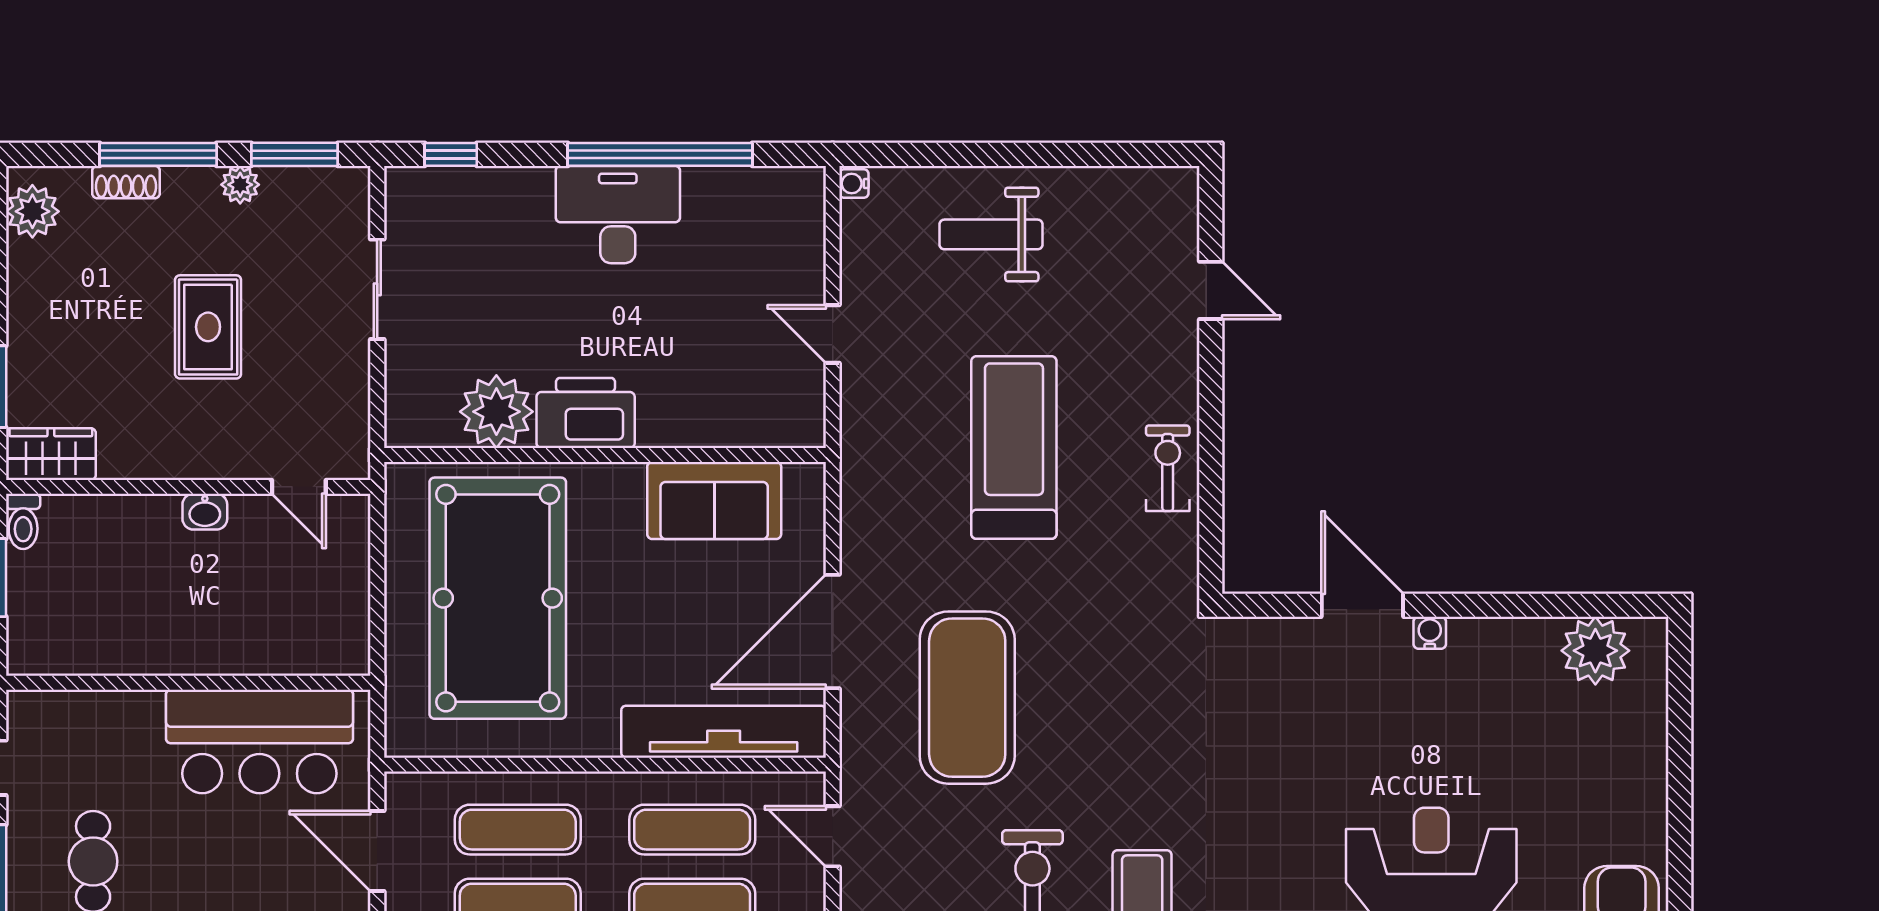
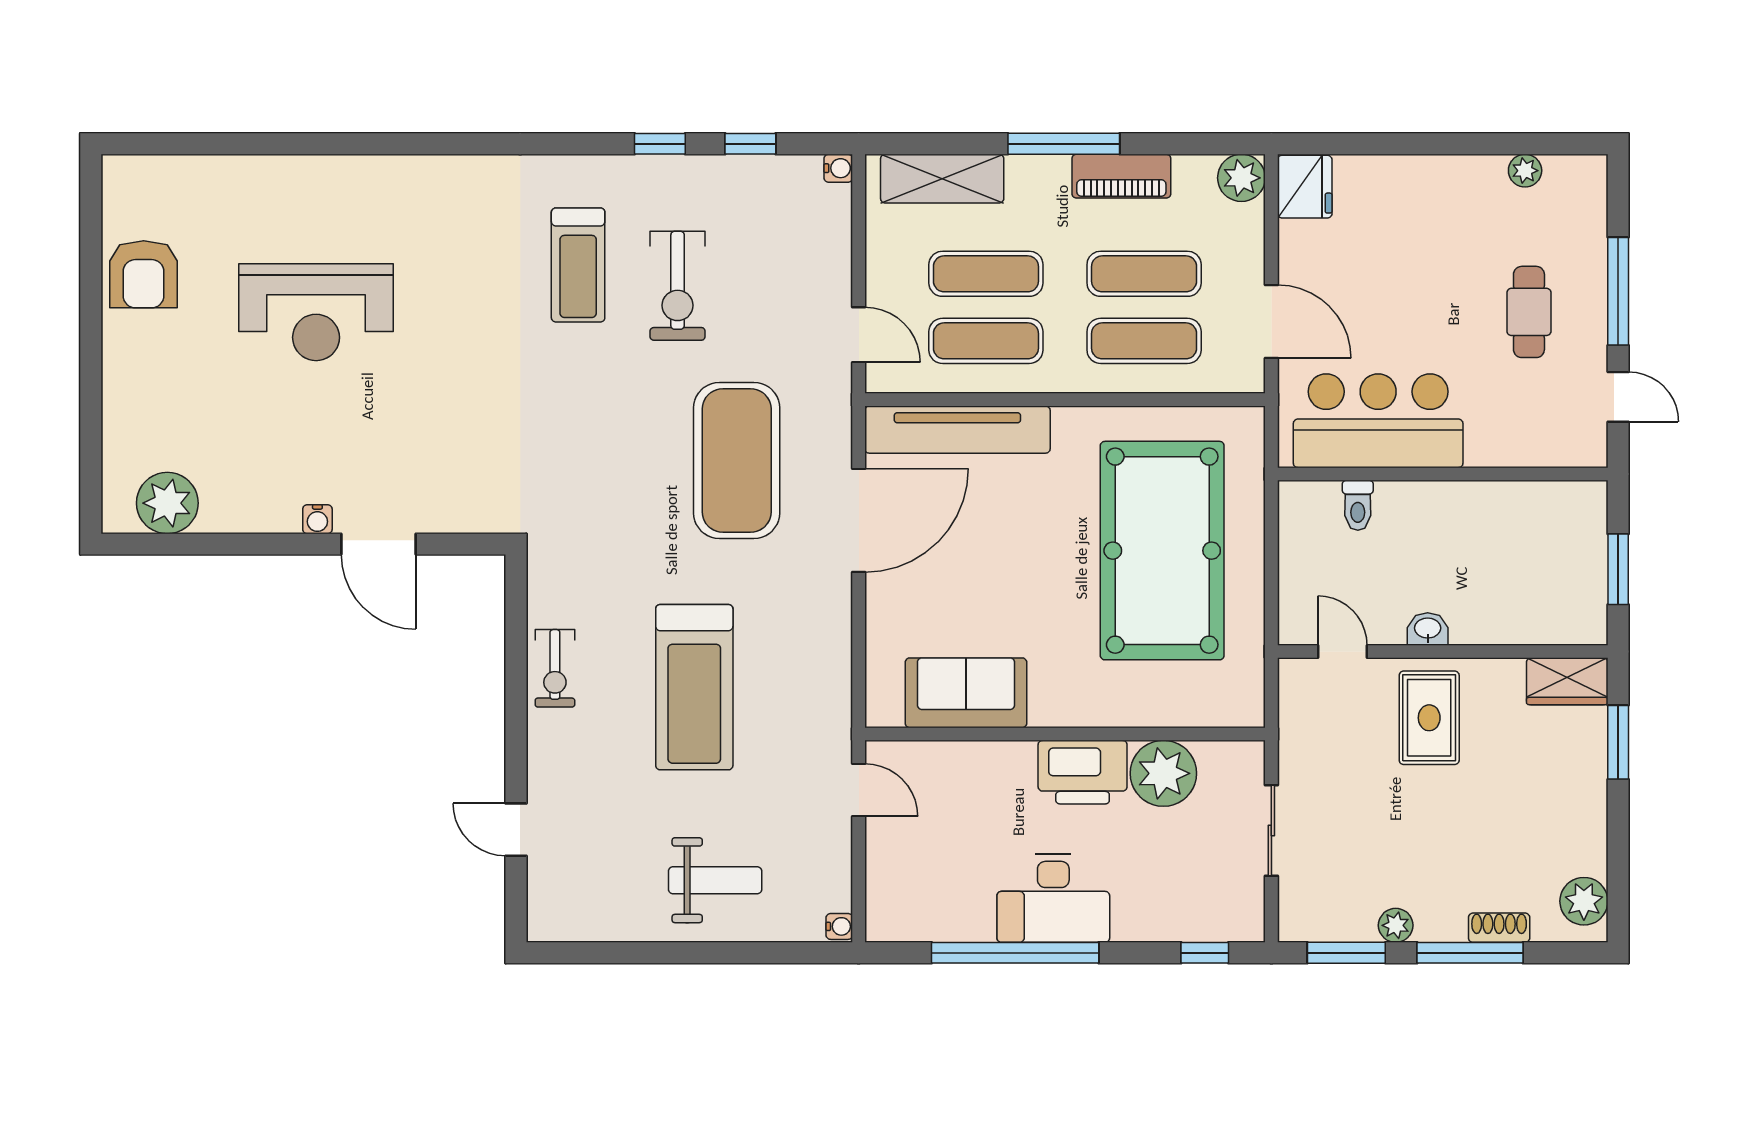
rug: (208, 327) -> (1429, 718), moved
plant: (496, 412) -> (1163, 773), moved
printer: (586, 413) -> (1083, 772), moved
wall: (605, 455) -> (1065, 734), moved
sofa: (714, 500) -> (966, 693), moved
toilet: (23, 521) -> (1358, 505), moved, turned 180

